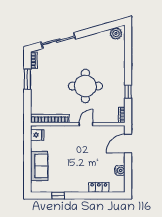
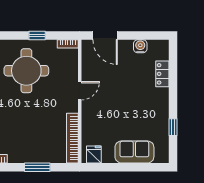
window: (27, 79) -> (37, 167), moved
round table: (85, 86) -> (26, 71), moved
door: (86, 124) -> (80, 91), swing flipped

